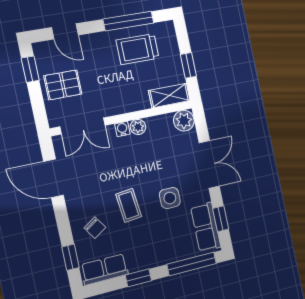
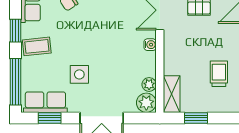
trolley: (138, 49) -> (219, 74), width x0.73, depth x0.72
plant: (138, 127) -> (149, 84), moved
coffee table: (129, 205) -> (37, 46), moved

